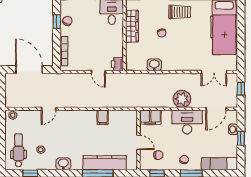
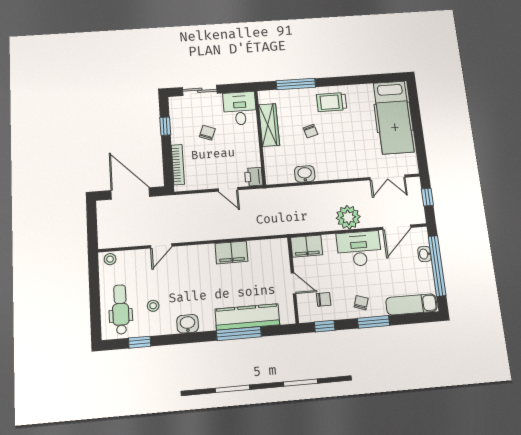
trolley: (180, 12) -> (332, 102), turned 180
chair: (67, 21) -> (207, 133), moved
filing cabinet: (103, 117) -> (231, 252), width x2.00
window: (241, 138) -> (437, 266), width x3.17

